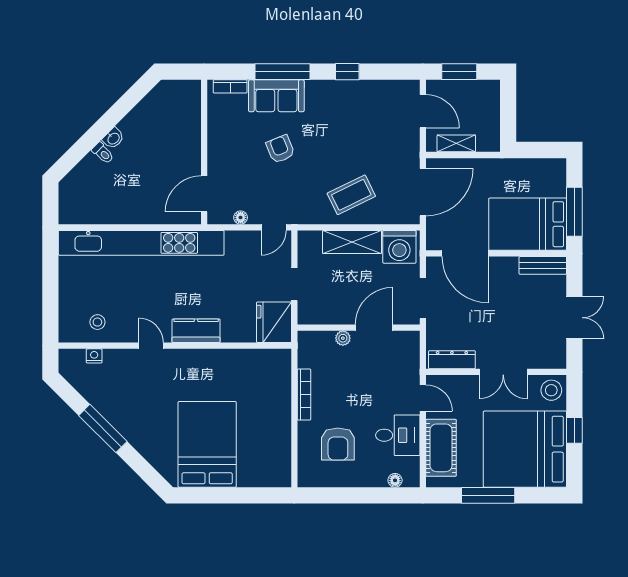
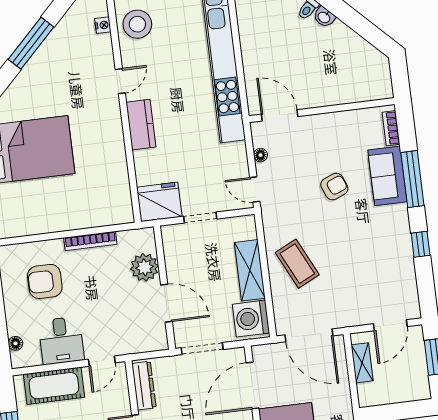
stool: (97, 322) -> (137, 24), width x1.89, depth x1.89
plant: (343, 338) -> (145, 267), width x1.87, depth x1.87

